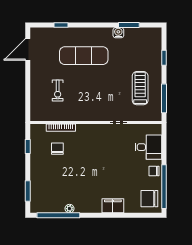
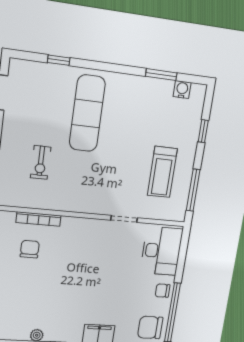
water cooler: (118, 33) -> (182, 90), moved
exercise mat: (84, 56) -> (87, 113), turned 90
treadmill: (140, 88) -> (162, 172), turned 180
desk: (148, 147) -> (161, 251), width x1.37

